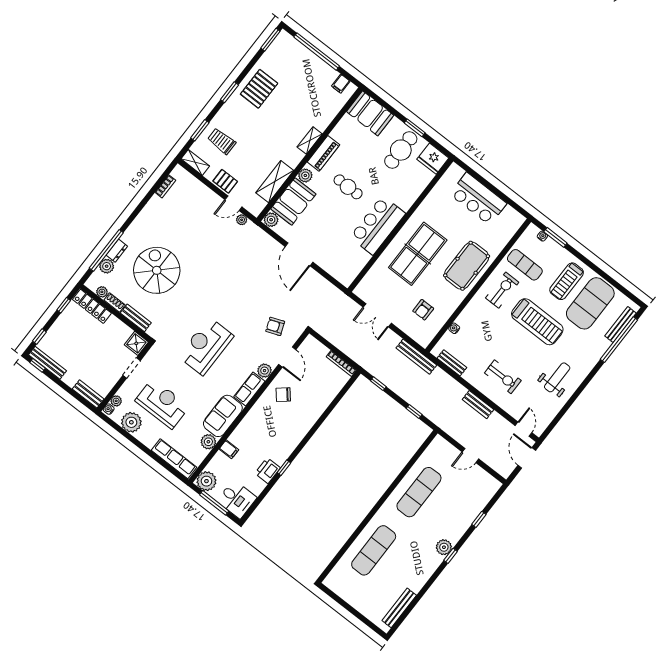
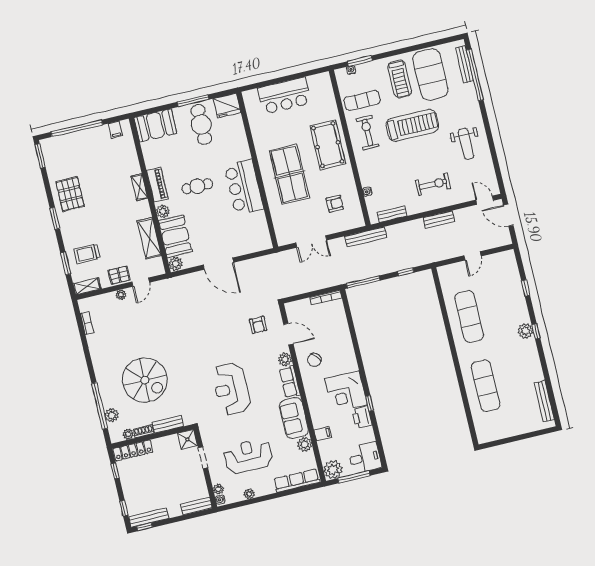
window: (415, 128) -> (193, 101), width x1.44
plant: (242, 220) -> (121, 295), moved
dresser: (117, 251) -> (106, 398), removed
spiral stairs: (157, 270) -> (145, 380), turned 180
armchair: (423, 310) -> (335, 204), turned -90
armchair: (275, 326) -> (258, 325), turned -69
weight bench: (557, 377) -> (466, 144), turned 180
window: (378, 384) -> (363, 282), width x2.17
plant: (131, 422) -> (249, 494), width x0.53, depth x0.53
corner desk: (278, 441) -> (346, 392), added

